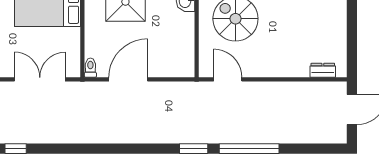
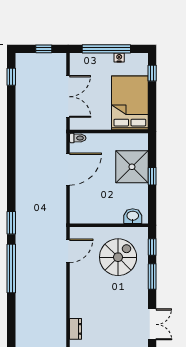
door: (128, 79) -> (68, 169), hinge flipped

